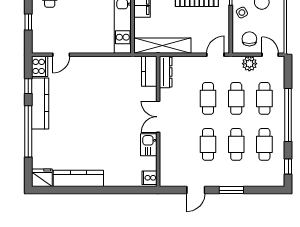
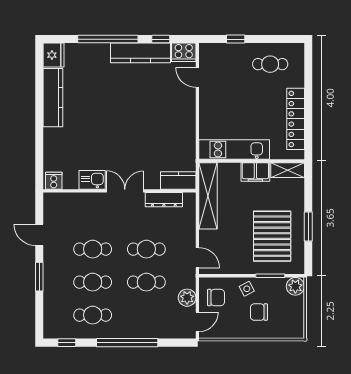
dresser: (166, 72) -> (164, 200), moved
cafe table: (264, 98) -> (146, 315), removed

